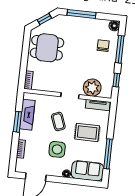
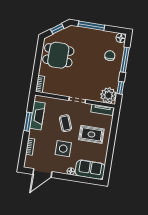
plant: (92, 88) -> (108, 95), moved
window: (108, 154) -> (110, 155), removed

